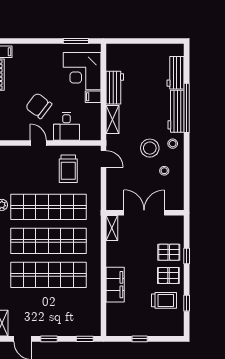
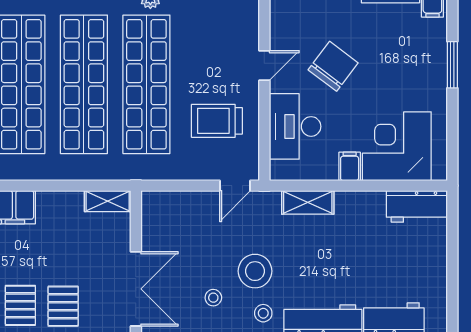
window: (76, 41) -> (452, 65), moved
workbench: (115, 88) -> (417, 206), moved
desk: (67, 126) -> (295, 126), width x1.37
double door: (144, 213) -> (136, 289), moved

